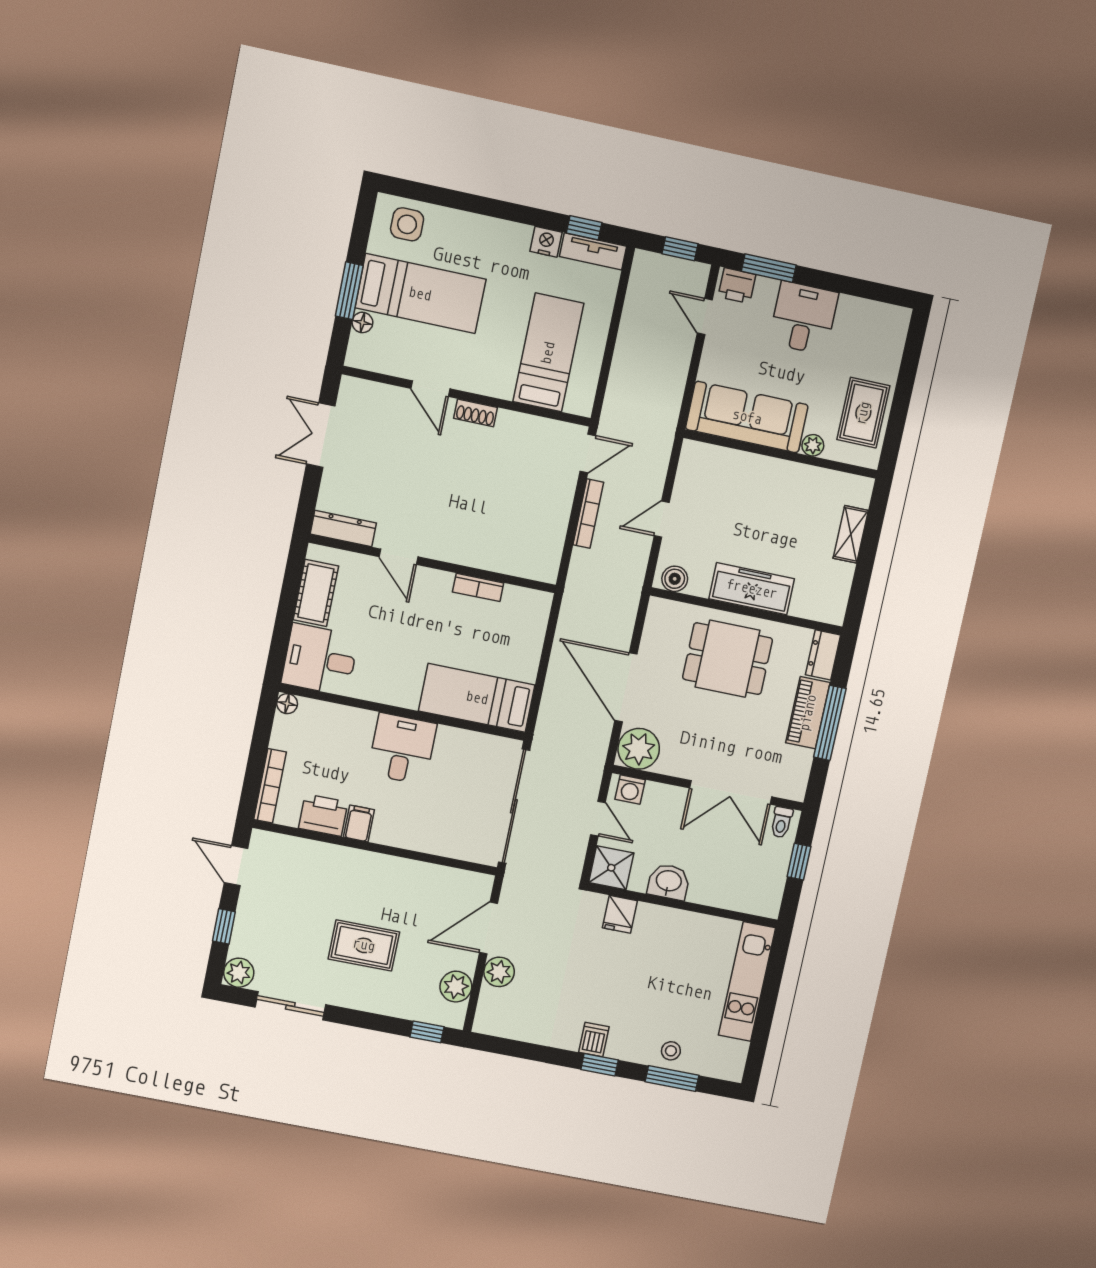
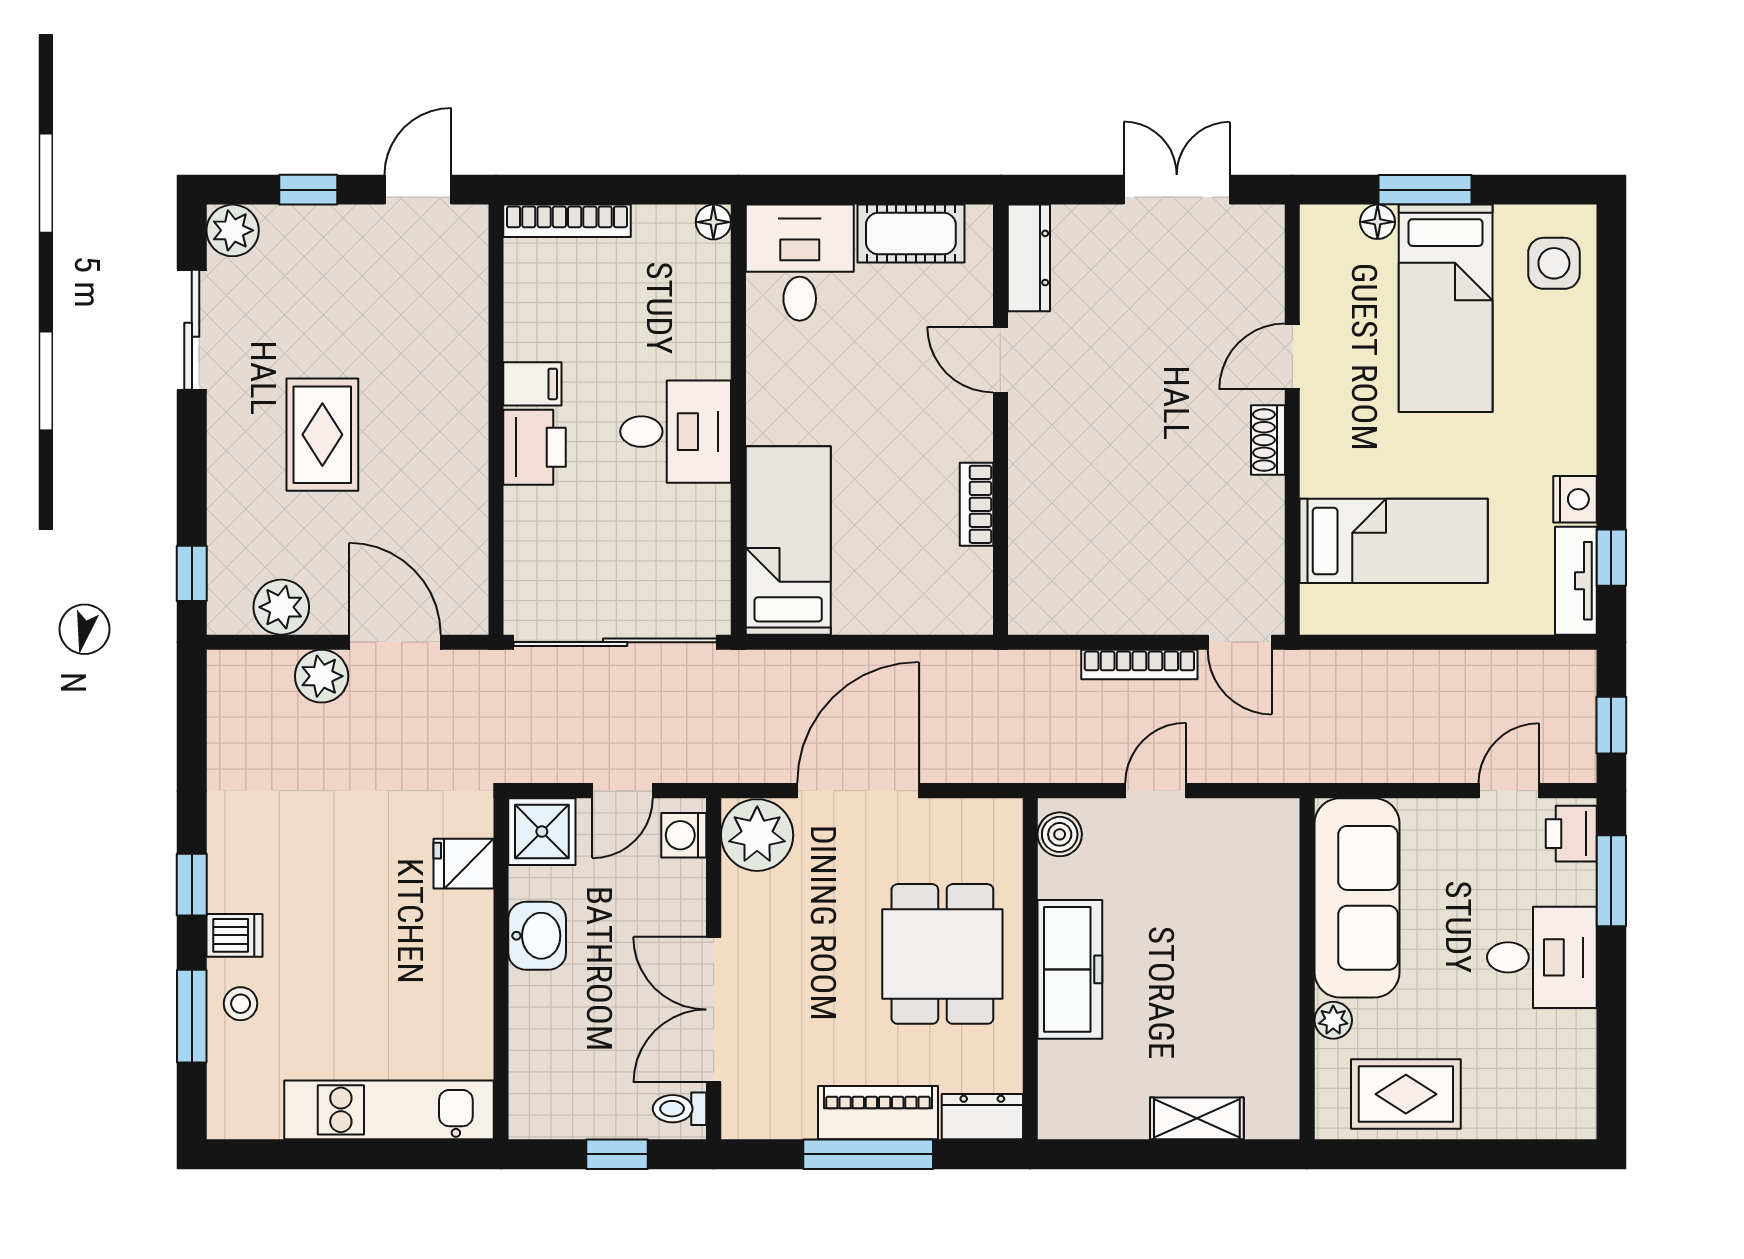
door: (662, 519) -> (1156, 791), hinge flipped
door: (398, 557) -> (1000, 360), hinge flipped
printer: (323, 815) -> (535, 447), moved
dishwasher: (594, 1040) -> (234, 935), moved

